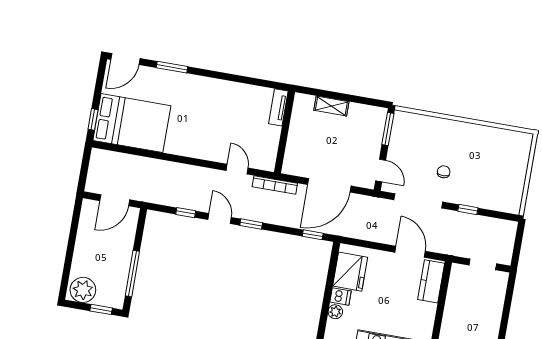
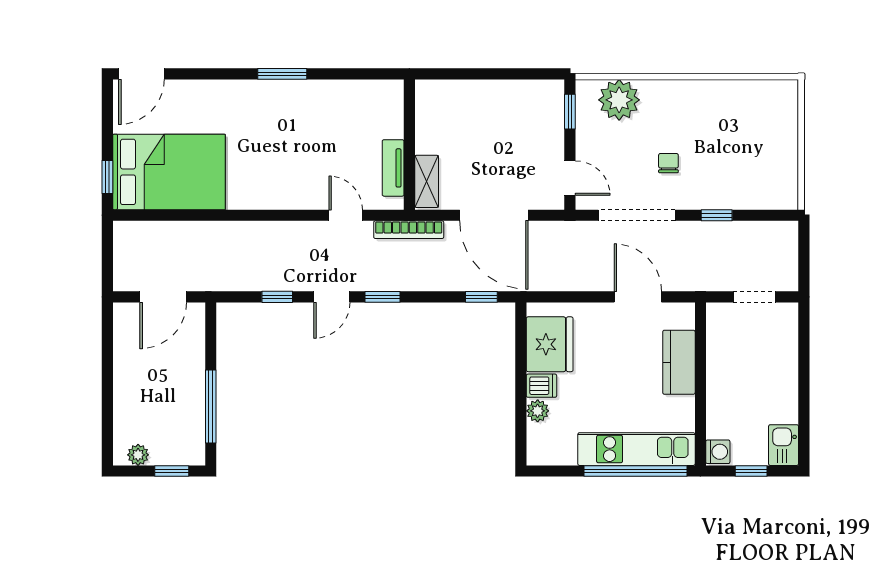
window: (172, 67) -> (282, 74), moved
shelving: (331, 106) -> (427, 181), moved, turned 90
tv unit: (278, 107) -> (393, 168), moved
plant: (420, 127) -> (619, 100), added
window: (388, 129) -> (570, 112), width x0.67
door: (329, 185) -> (494, 215), hinge flipped
door: (220, 219) -> (332, 297), swing flipped
kitchen counter: (431, 281) -> (679, 362), moved
plant: (83, 290) -> (138, 455), width x0.53, depth x0.53

